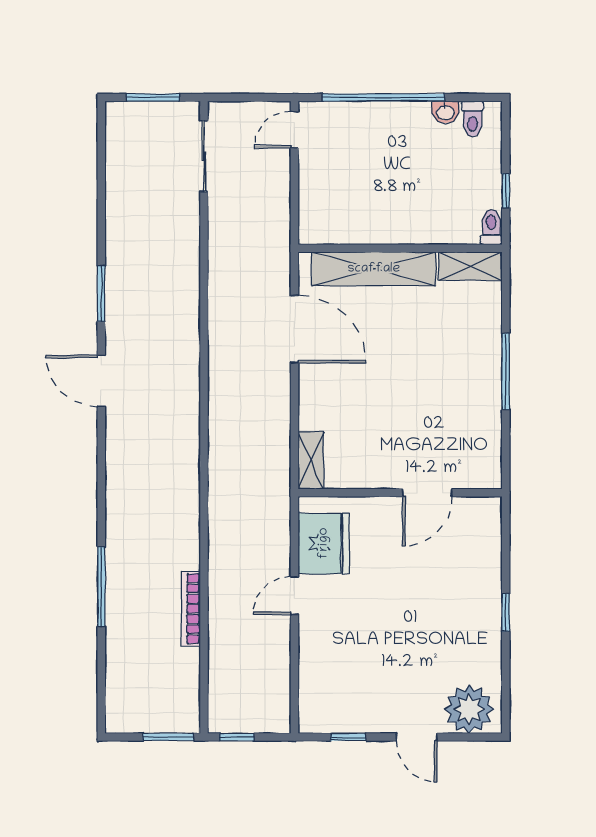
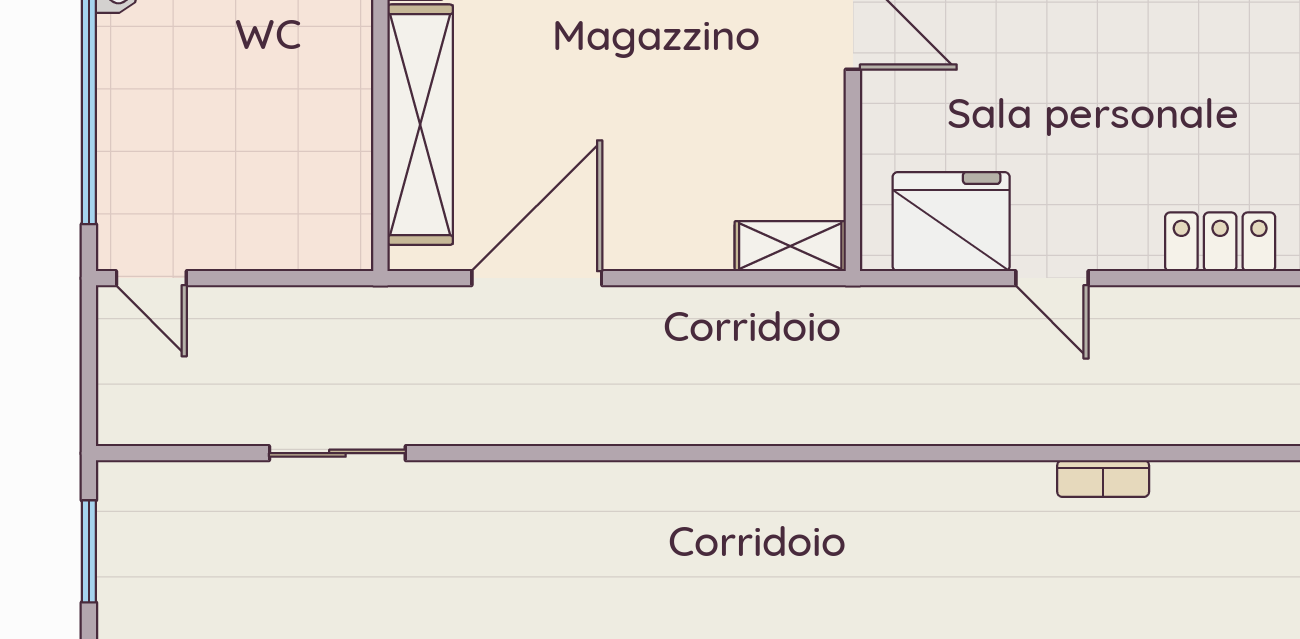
sliding door: (204, 156) -> (337, 453), moved
bookcase: (191, 609) -> (1103, 479), width x0.64
locker: (313, 683) -> (1220, 242), added

